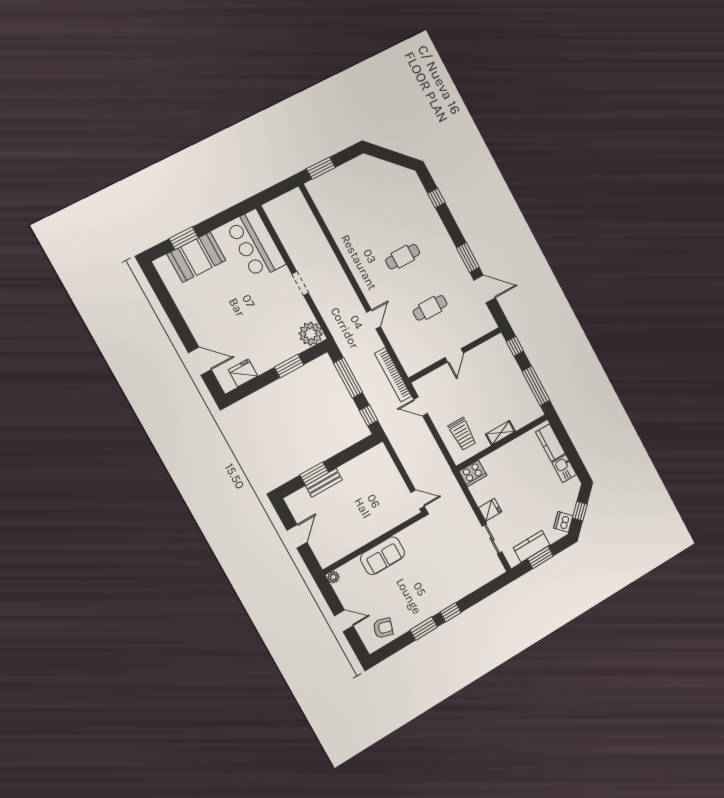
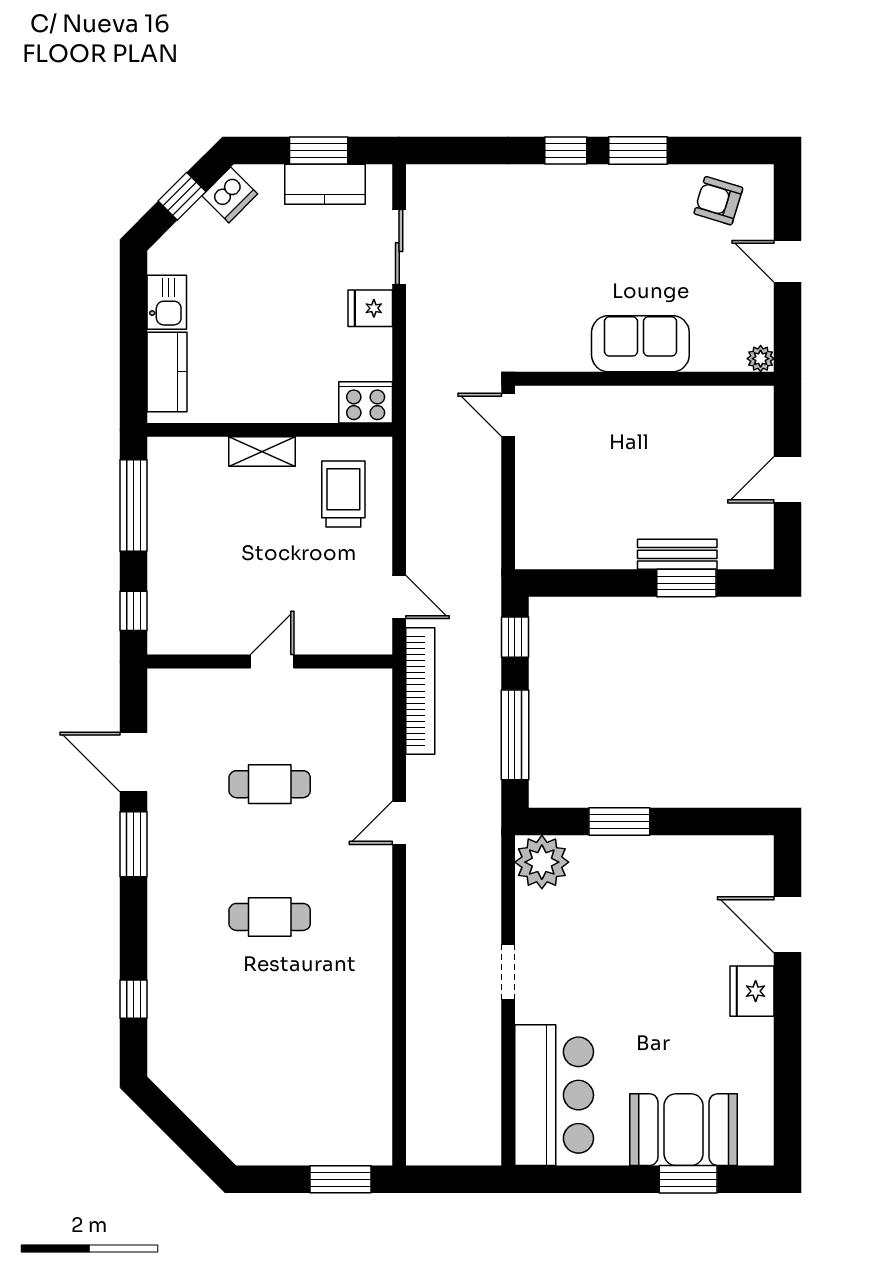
fridge: (243, 373) -> (752, 991), moved, turned 90

